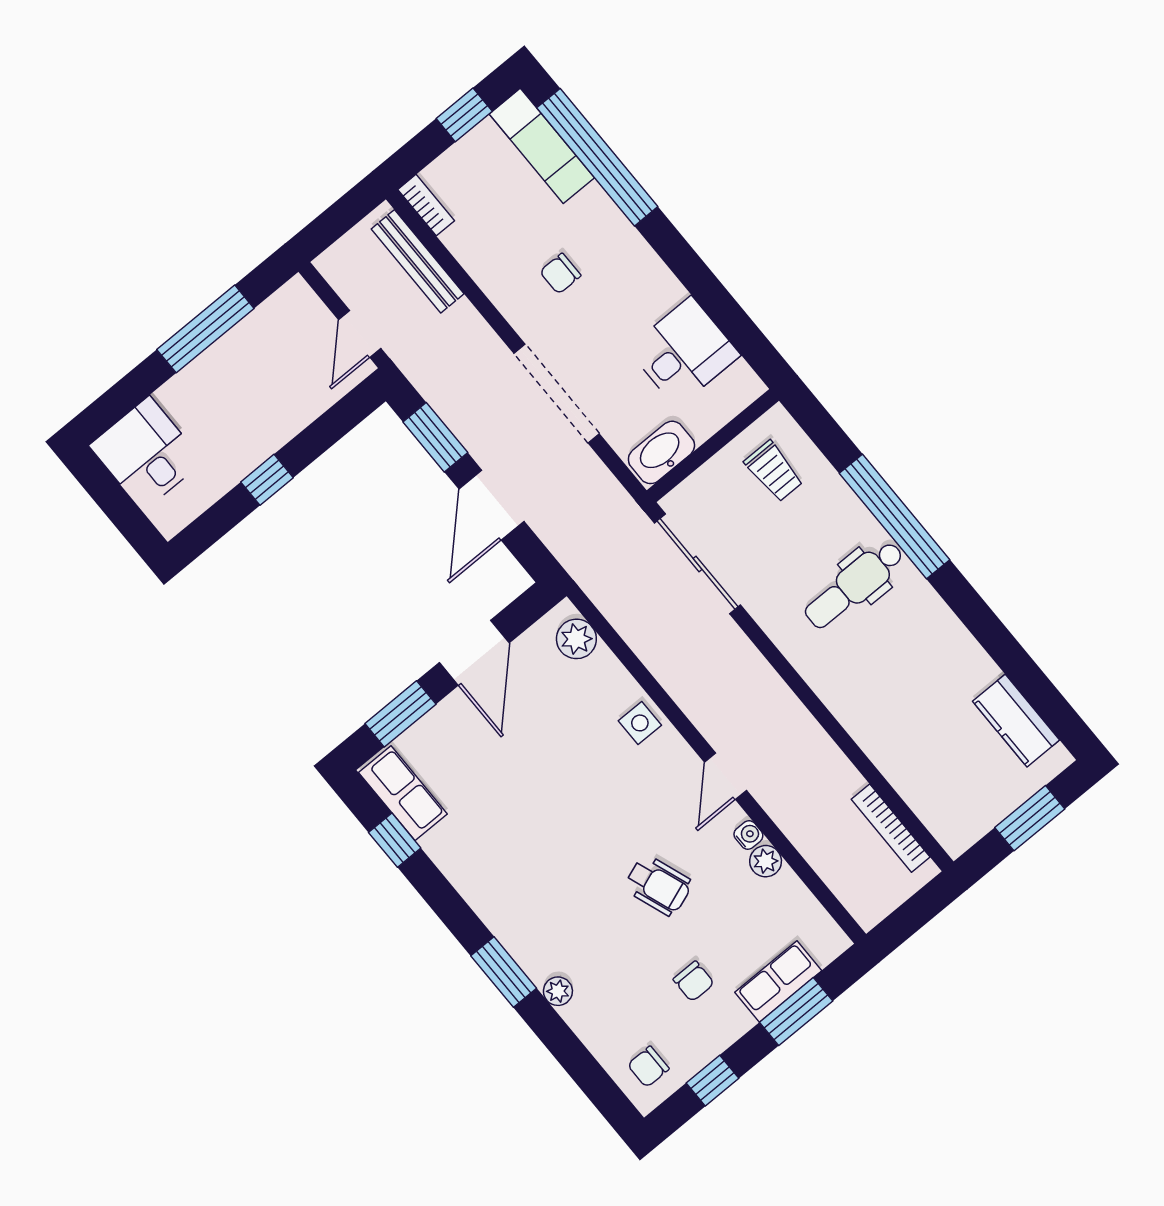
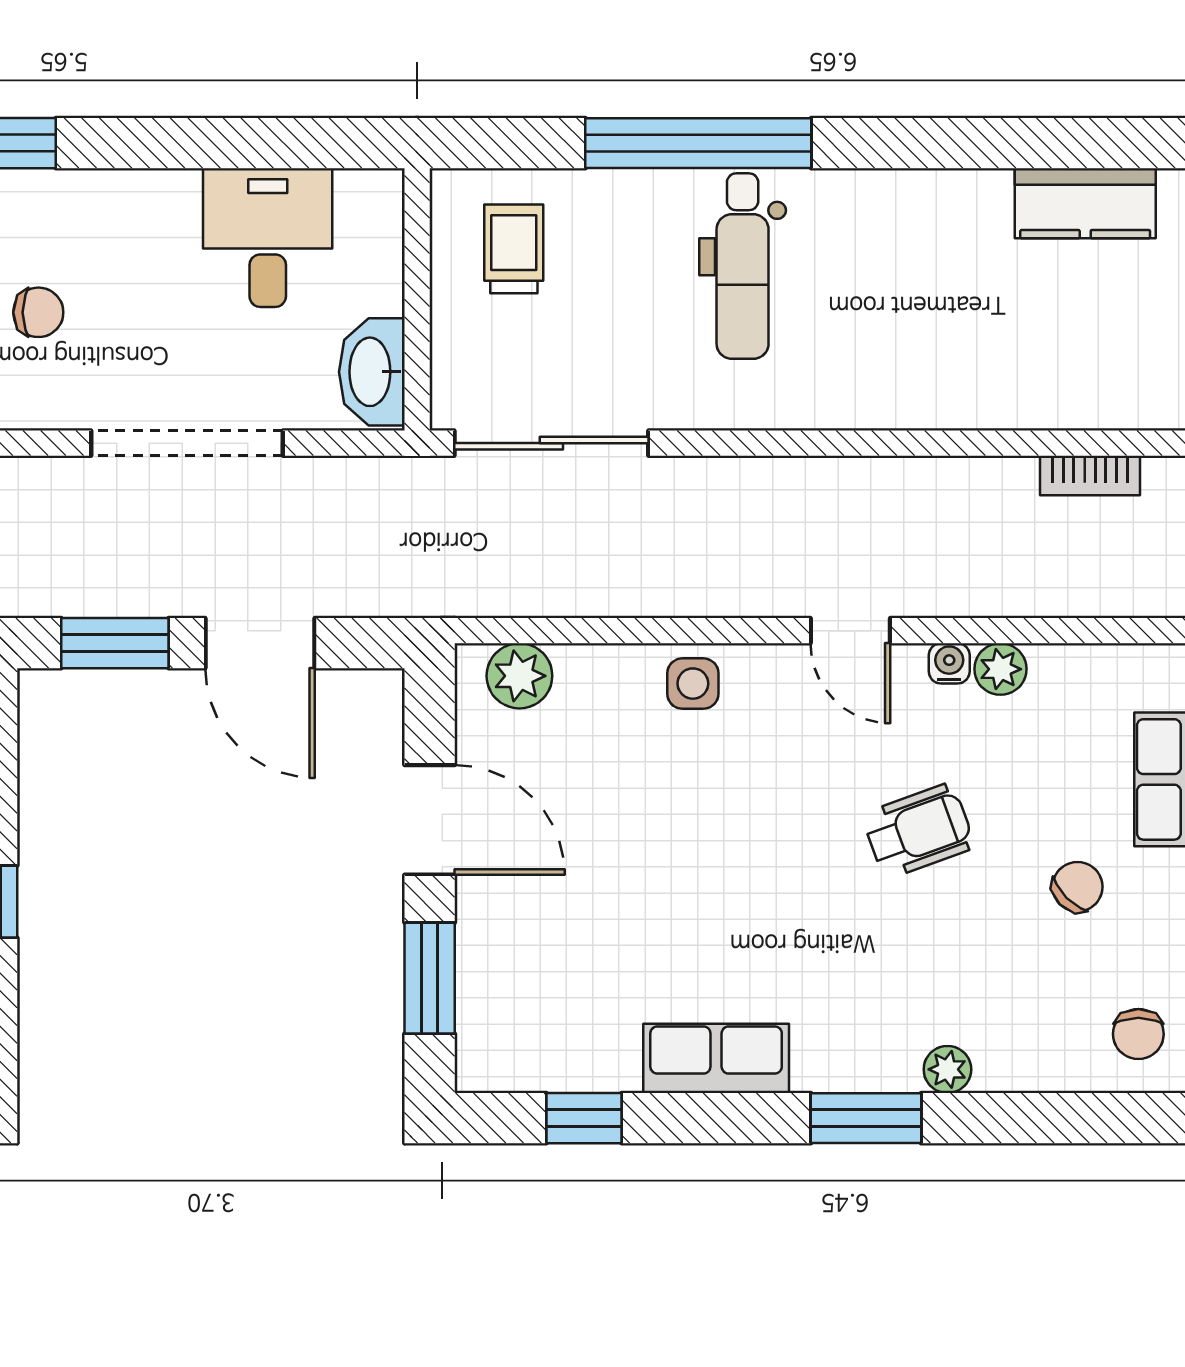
chair: (560, 274) -> (38, 312), turned -90
trolley: (774, 471) -> (514, 249), turned -90
row of seats: (403, 793) -> (716, 1058), moved
bookcase: (891, 828) -> (1090, 476), width x0.64
chair: (694, 981) -> (1077, 887), turned -45

